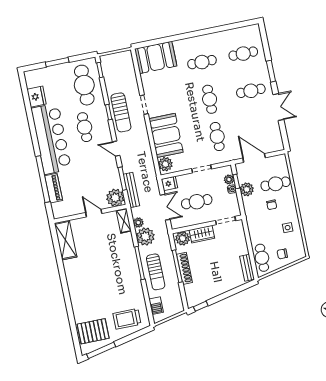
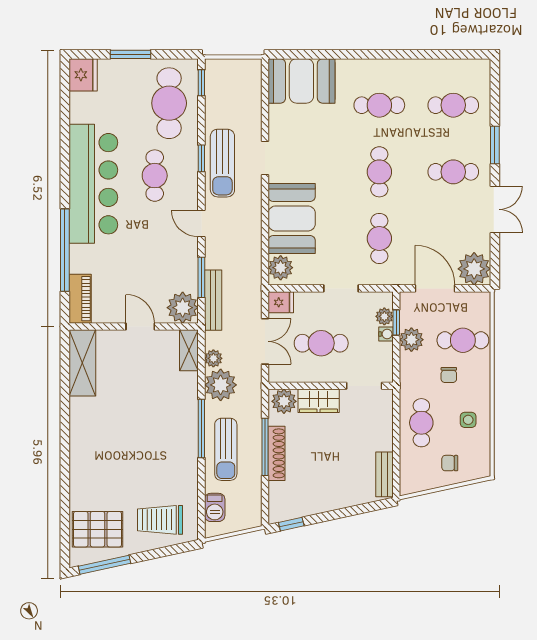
fridge: (37, 97) -> (83, 75), moved
plant: (274, 143) -> (474, 269), added
piano: (54, 188) -> (80, 299), moved
cafe table: (262, 258) -> (421, 423), moved

